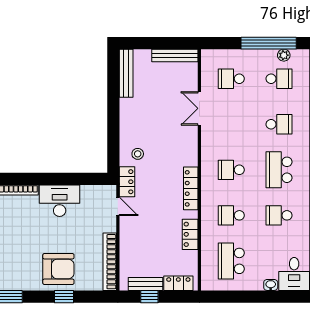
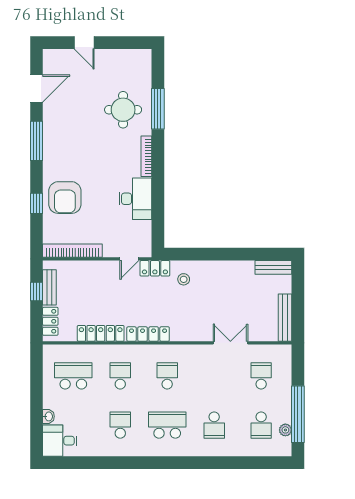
bench: (126, 73) -> (273, 267), width x0.73
locker: (190, 234) -> (101, 333), width x1.53

